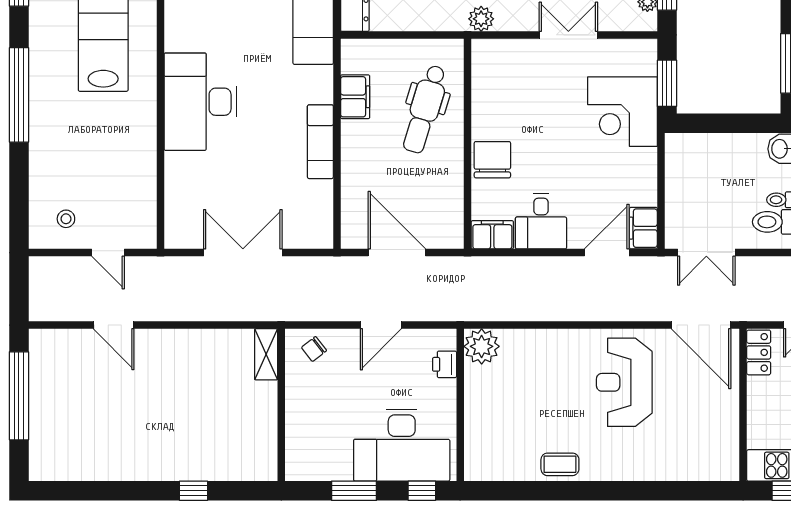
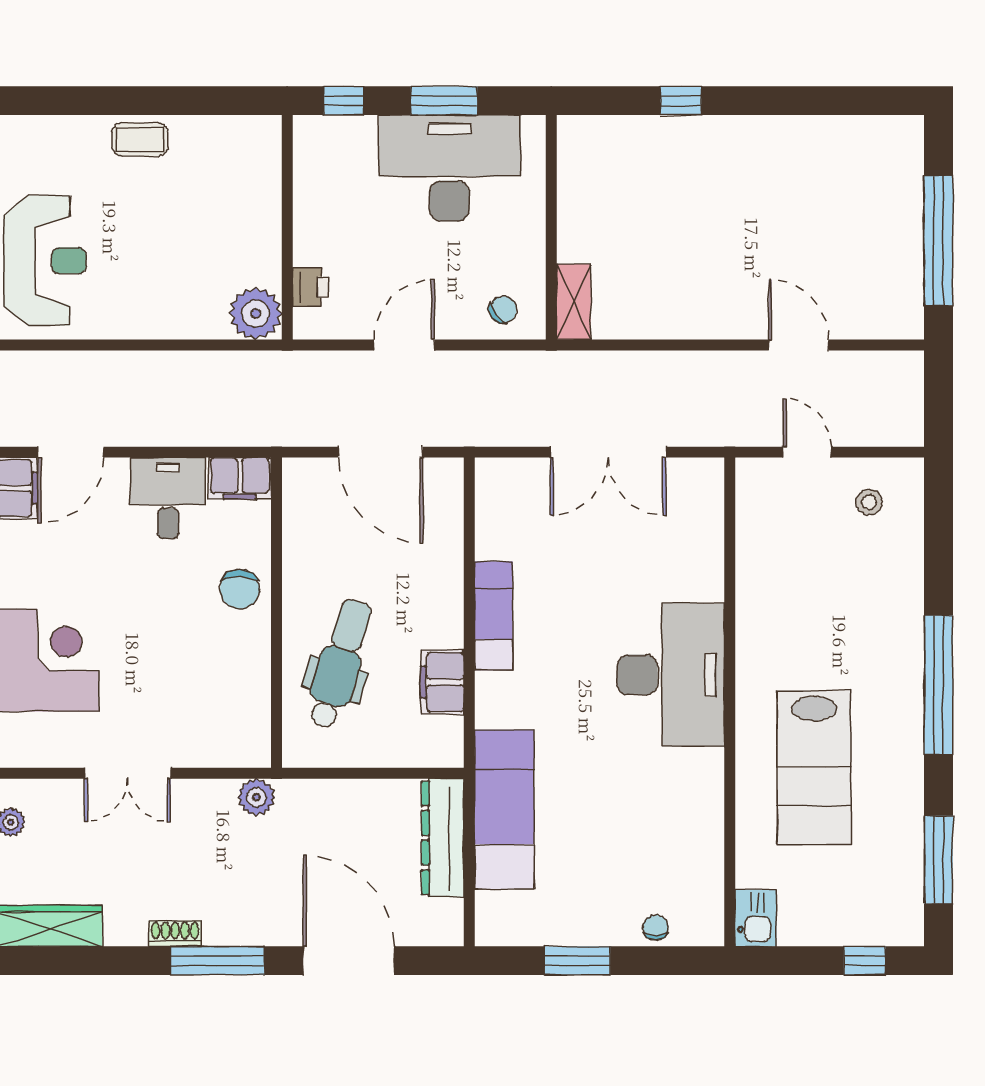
chair: (492, 160) -> (240, 589), width x0.73, depth x0.73
desk: (402, 445) -> (450, 168), moved

